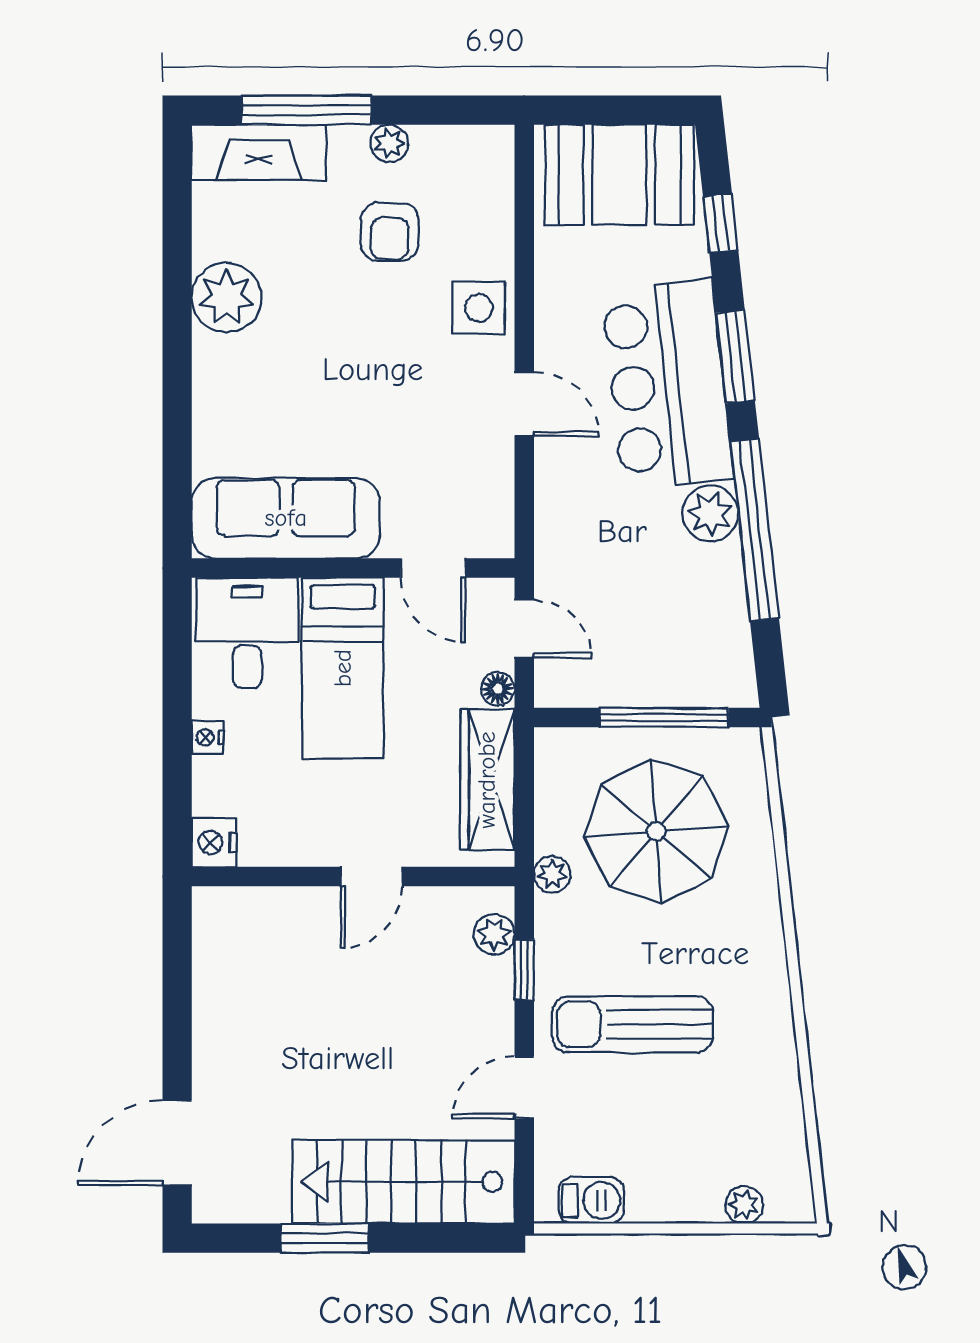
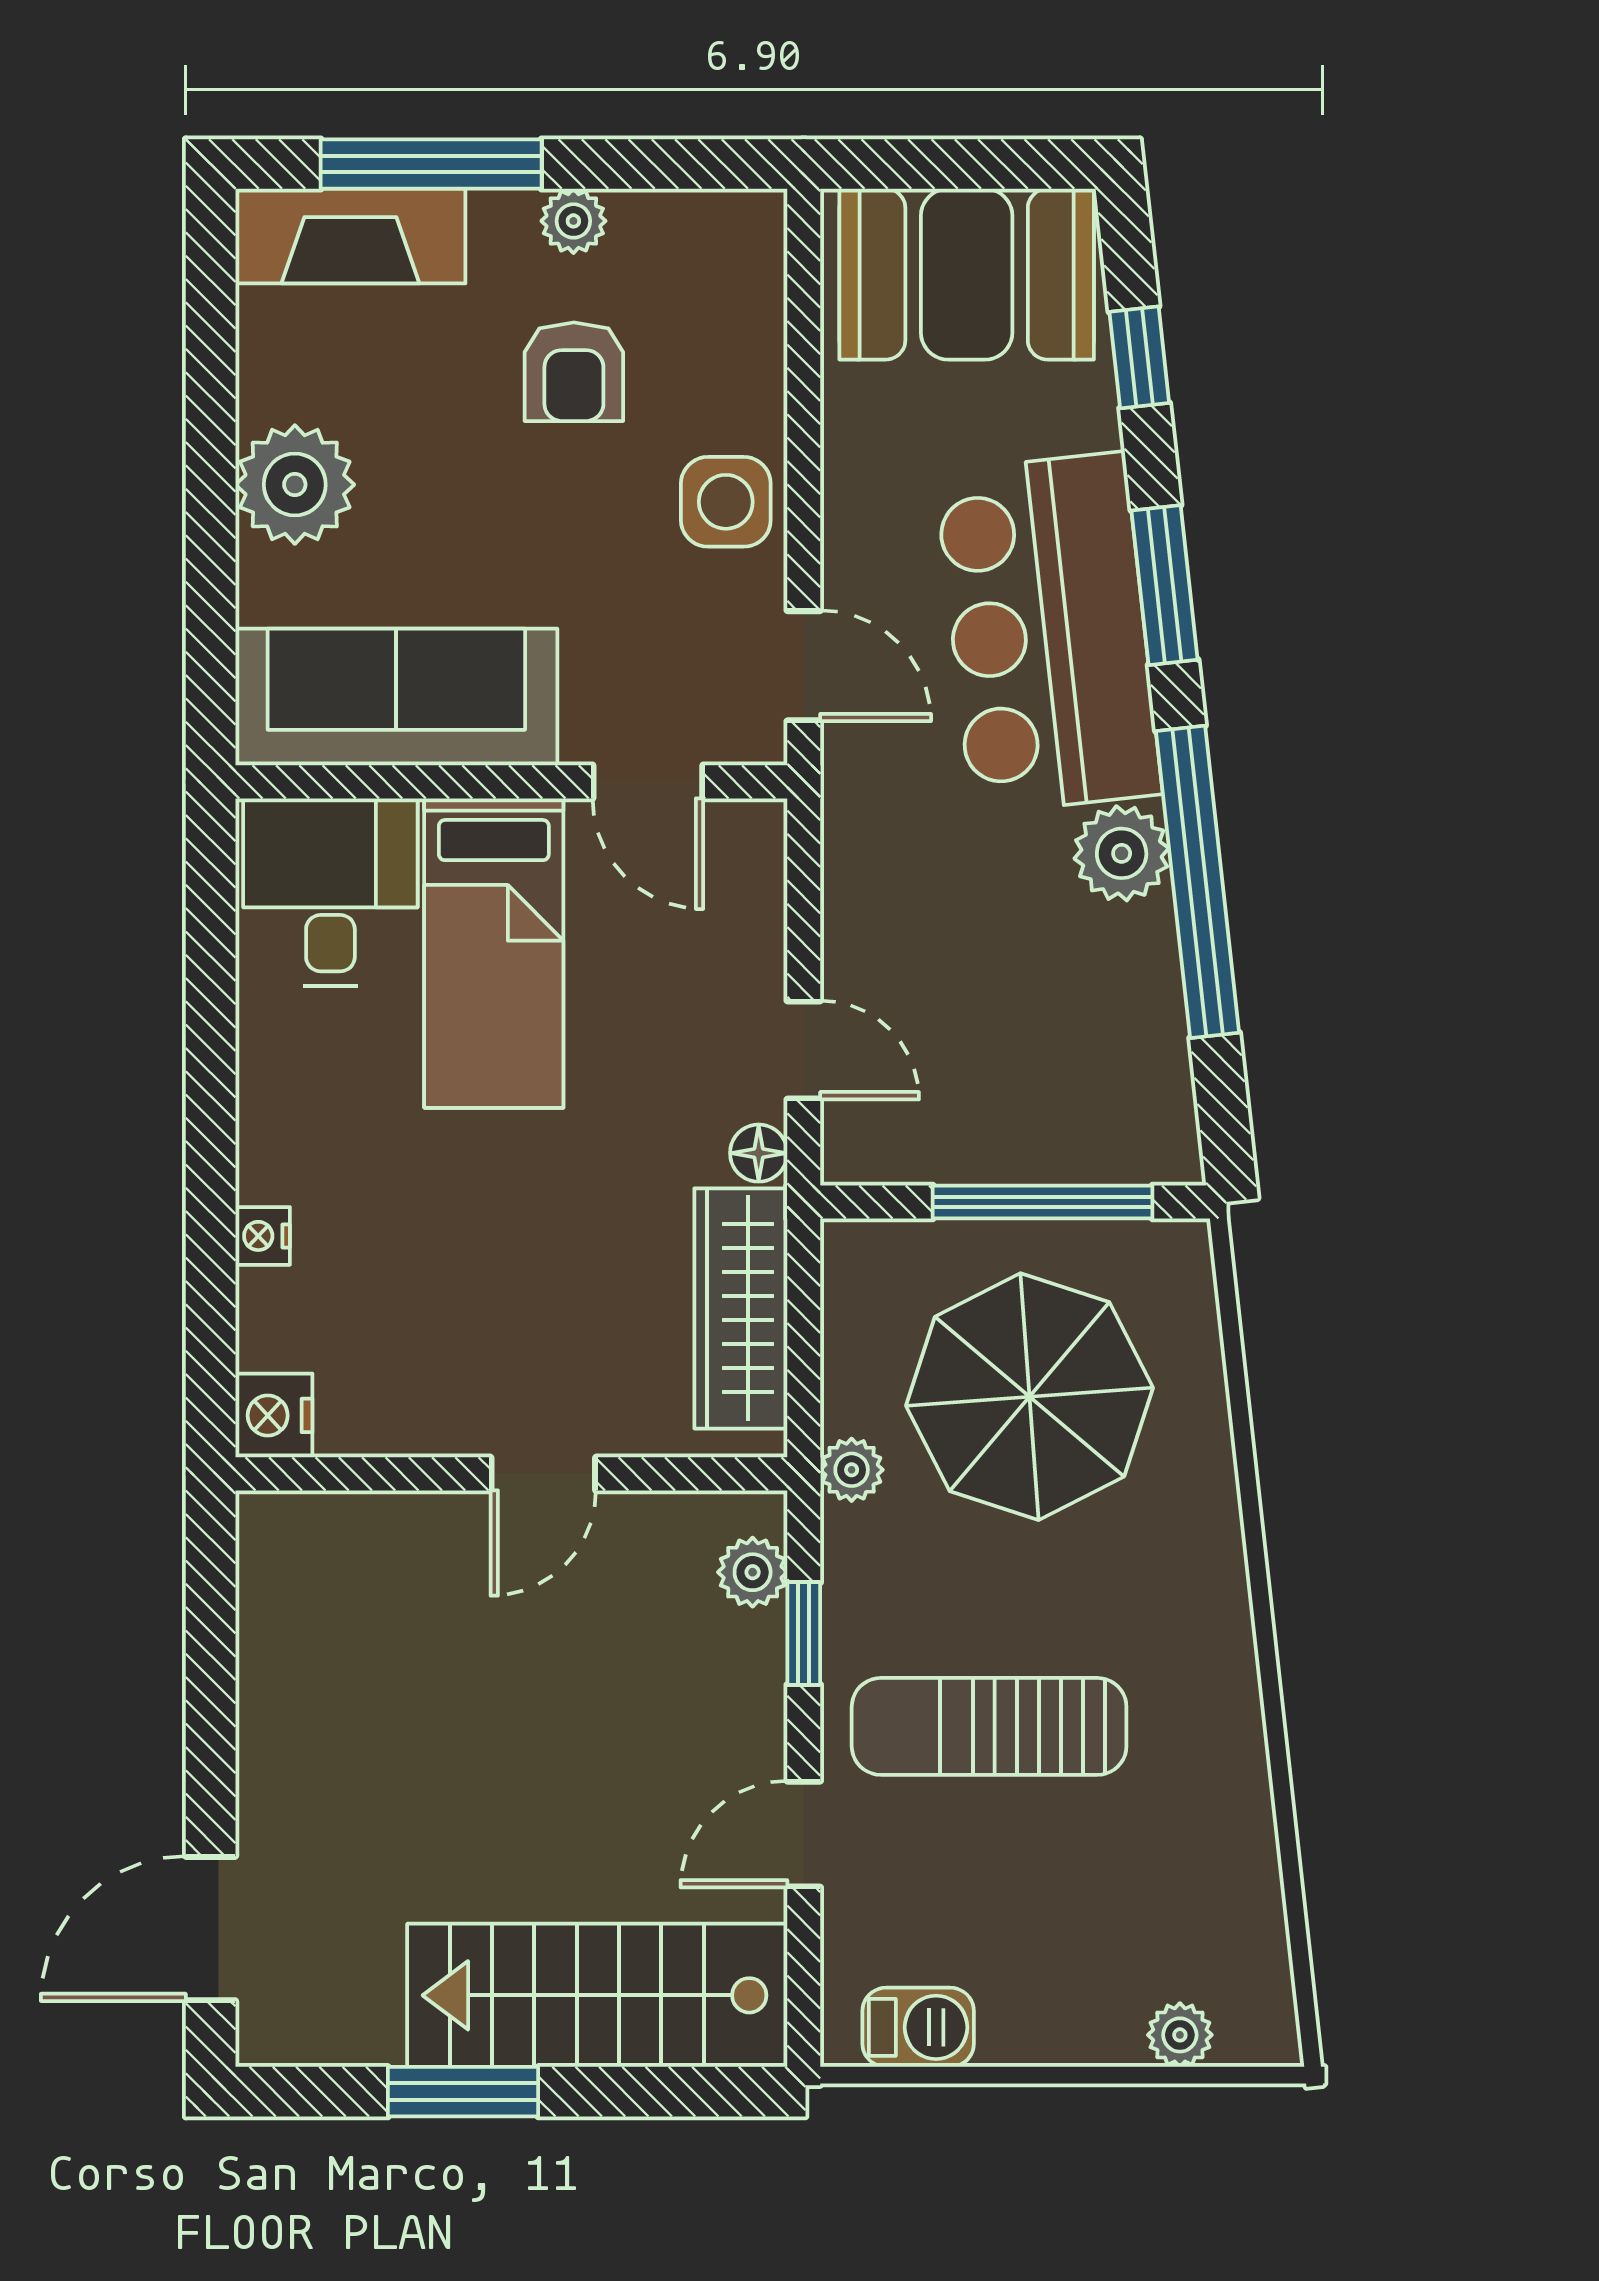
sofa: (286, 518) -> (396, 697), moved
wall: (353, 568) -> (511, 782), moved
door: (433, 568) -> (648, 782), moved
desk: (247, 633) -> (330, 892), moved
bed: (343, 668) -> (494, 953), moved

